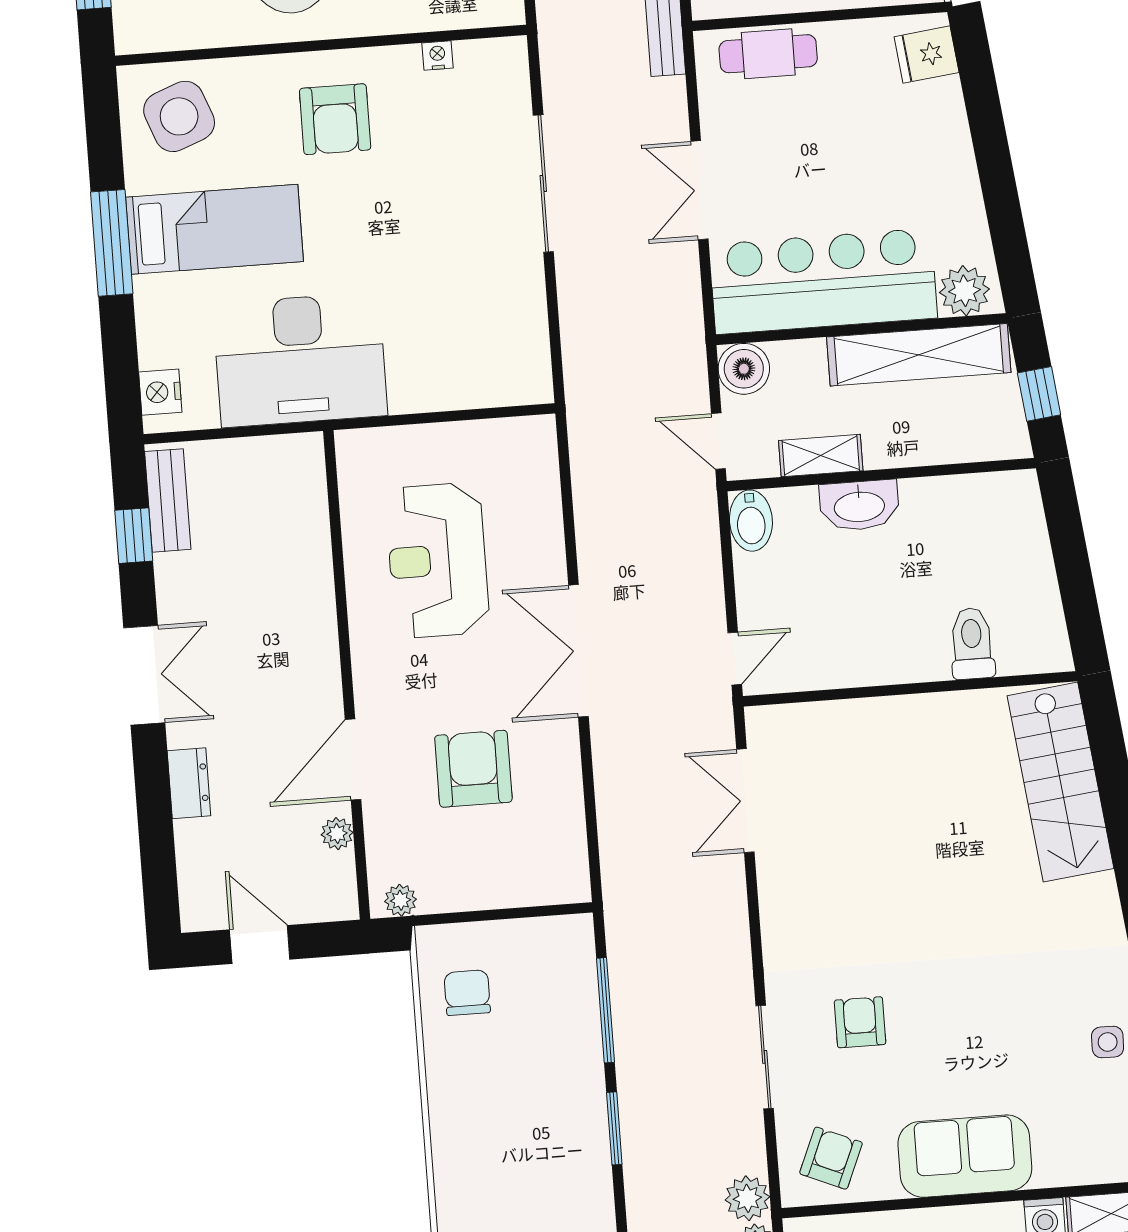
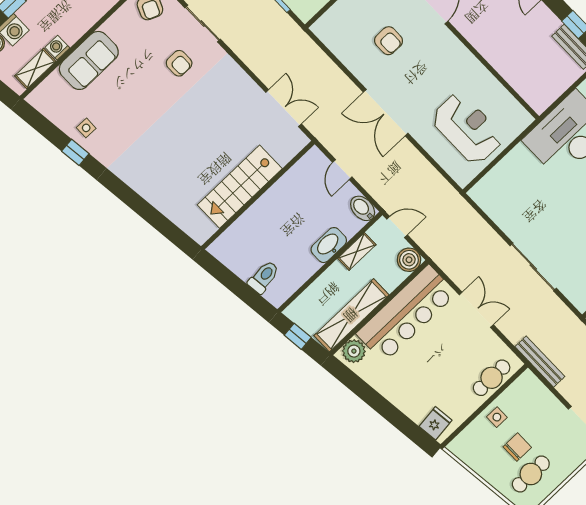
reception desk: (437, 560) -> (467, 128), moved
toilet: (972, 643) -> (264, 277), moved, turned -97
double door: (578, 651) -> (386, 113), swing flipped
door: (735, 659) -> (342, 170), moved
armchair: (473, 769) -> (389, 41), width x0.72, depth x0.72
stairs: (1061, 782) -> (240, 187), moved, turned -83
sofa: (965, 1156) -> (89, 60), moved

